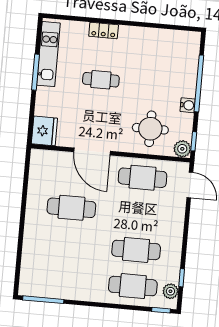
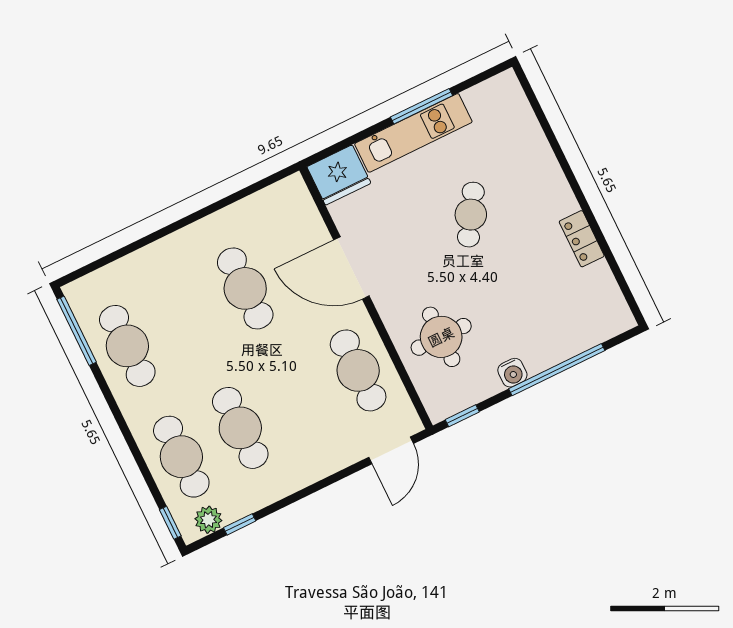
locker: (104, 31) -> (582, 239), moved
kitchen unit: (48, 54) -> (413, 133), moved
cafe table: (101, 80) -> (471, 215), turned 32
plant: (182, 149) -> (440, 405), removed
door: (92, 152) -> (351, 268), hinge flipped
cafe table: (65, 280) -> (127, 346), added

